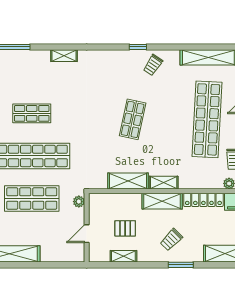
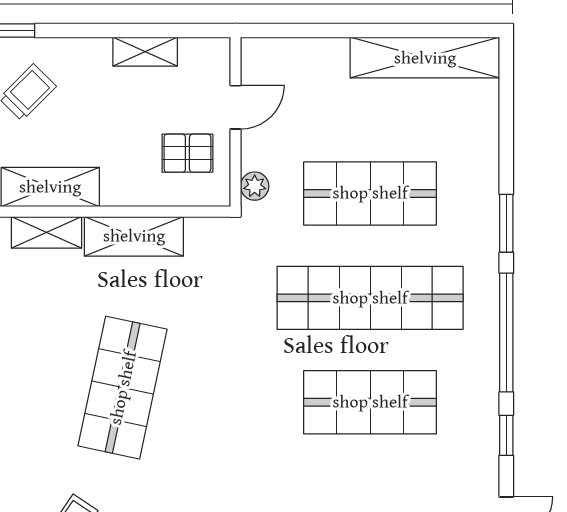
shop shelf: (32, 113) -> (370, 402), width x1.43, depth x1.36
shop shelf: (133, 119) -> (123, 388), width x1.43, depth x1.36
pallet: (125, 228) -> (187, 153), moved

